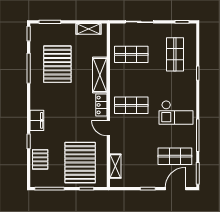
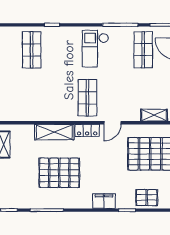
shop shelf: (131, 54) -> (32, 98), removed
shop shelf: (175, 54) -> (32, 50), turned 90
pallet: (57, 64) -> (59, 173), moved
checkout: (176, 112) -> (95, 49), turned 180

